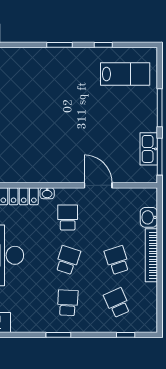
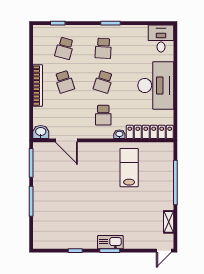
lab bench: (125, 74) -> (129, 168), moved, turned 90
kitchen sink: (149, 149) -> (110, 242), moved, turned -90
door: (98, 185) -> (66, 140), moved
washbasin: (149, 217) -> (41, 132), moved, turned -90
school desk: (117, 303) -> (64, 48), turned 39

